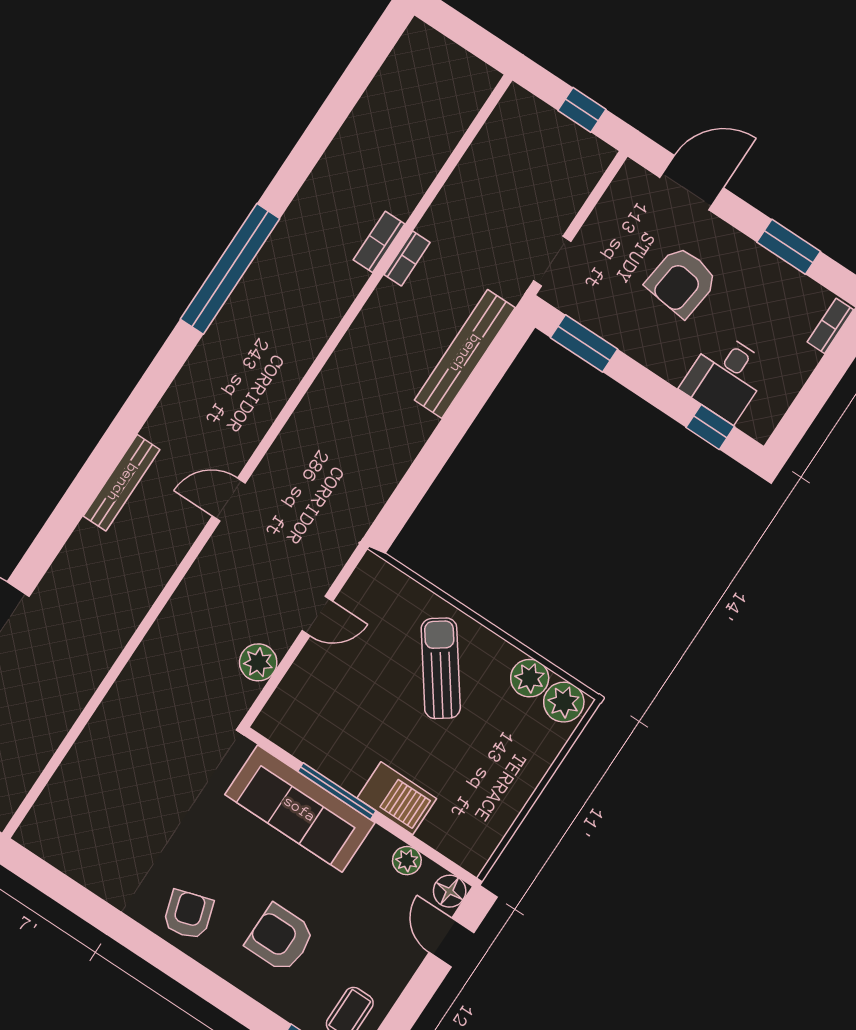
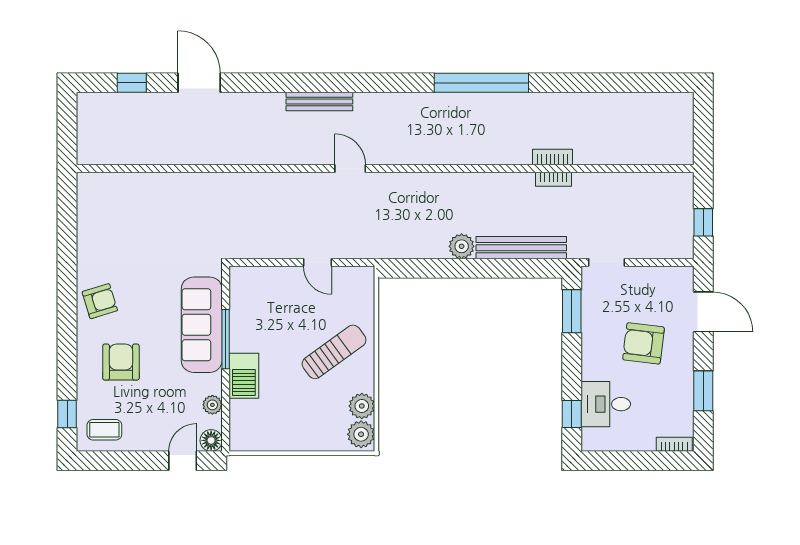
plant: (258, 662) -> (462, 246), moved

